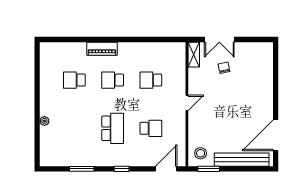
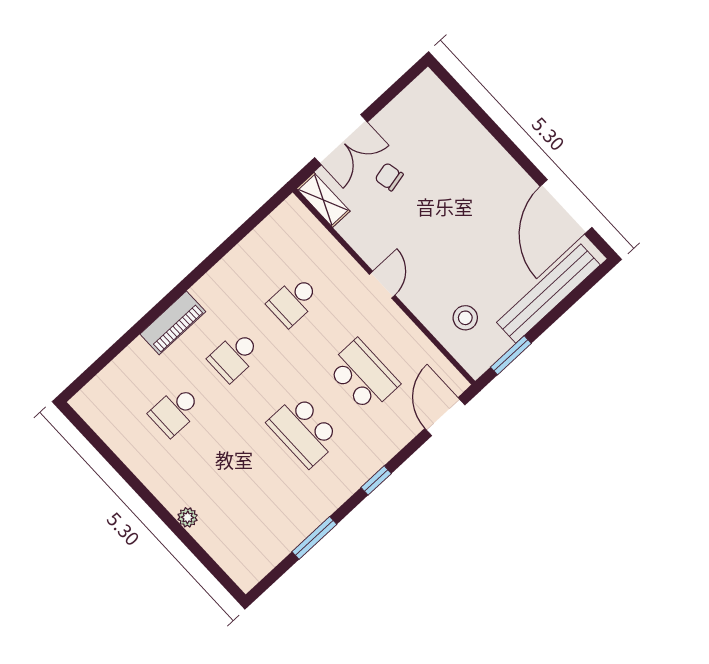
school desk: (113, 128) -> (304, 431), turned 180
school desk: (151, 128) -> (363, 376), width x1.85
stool: (201, 153) -> (465, 318), moved

